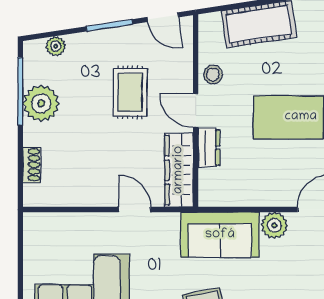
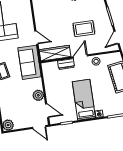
door: (135, 210) -> (36, 37), hinge flipped
sofa: (220, 235) -> (30, 62), moved

